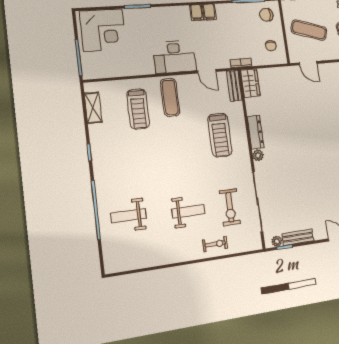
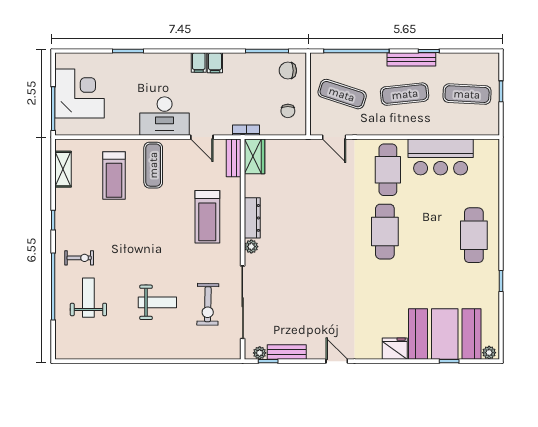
corner desk: (103, 30) -> (80, 93), moved, turned -90
weight bench: (128, 216) -> (88, 298), turned 90
exercise bike: (215, 244) -> (79, 258), moved

